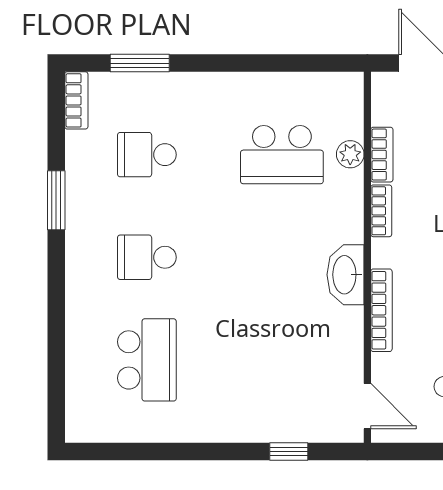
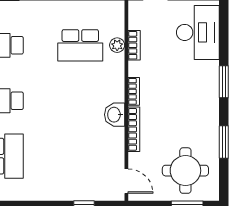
bookcase: (381, 211) -> (134, 91), moved
washbasin: (345, 275) -> (115, 115), width x0.72

